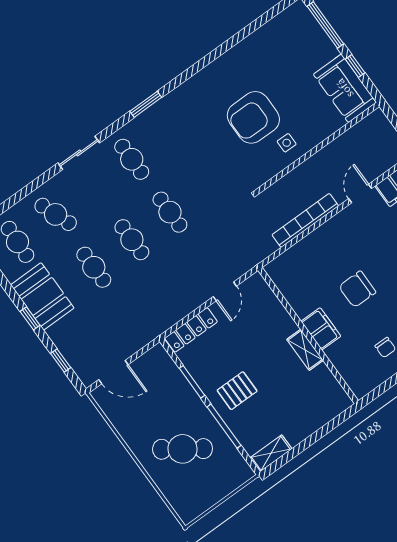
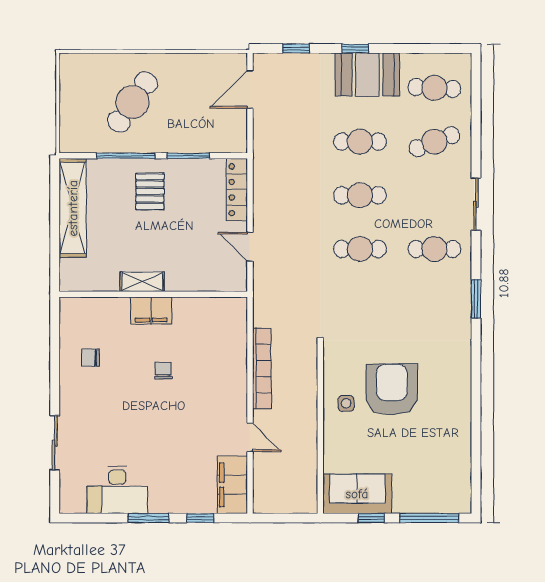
chair: (357, 289) -> (163, 371), width x0.54, depth x0.54
shelving: (271, 453) -> (73, 208), width x2.20, depth x1.33

